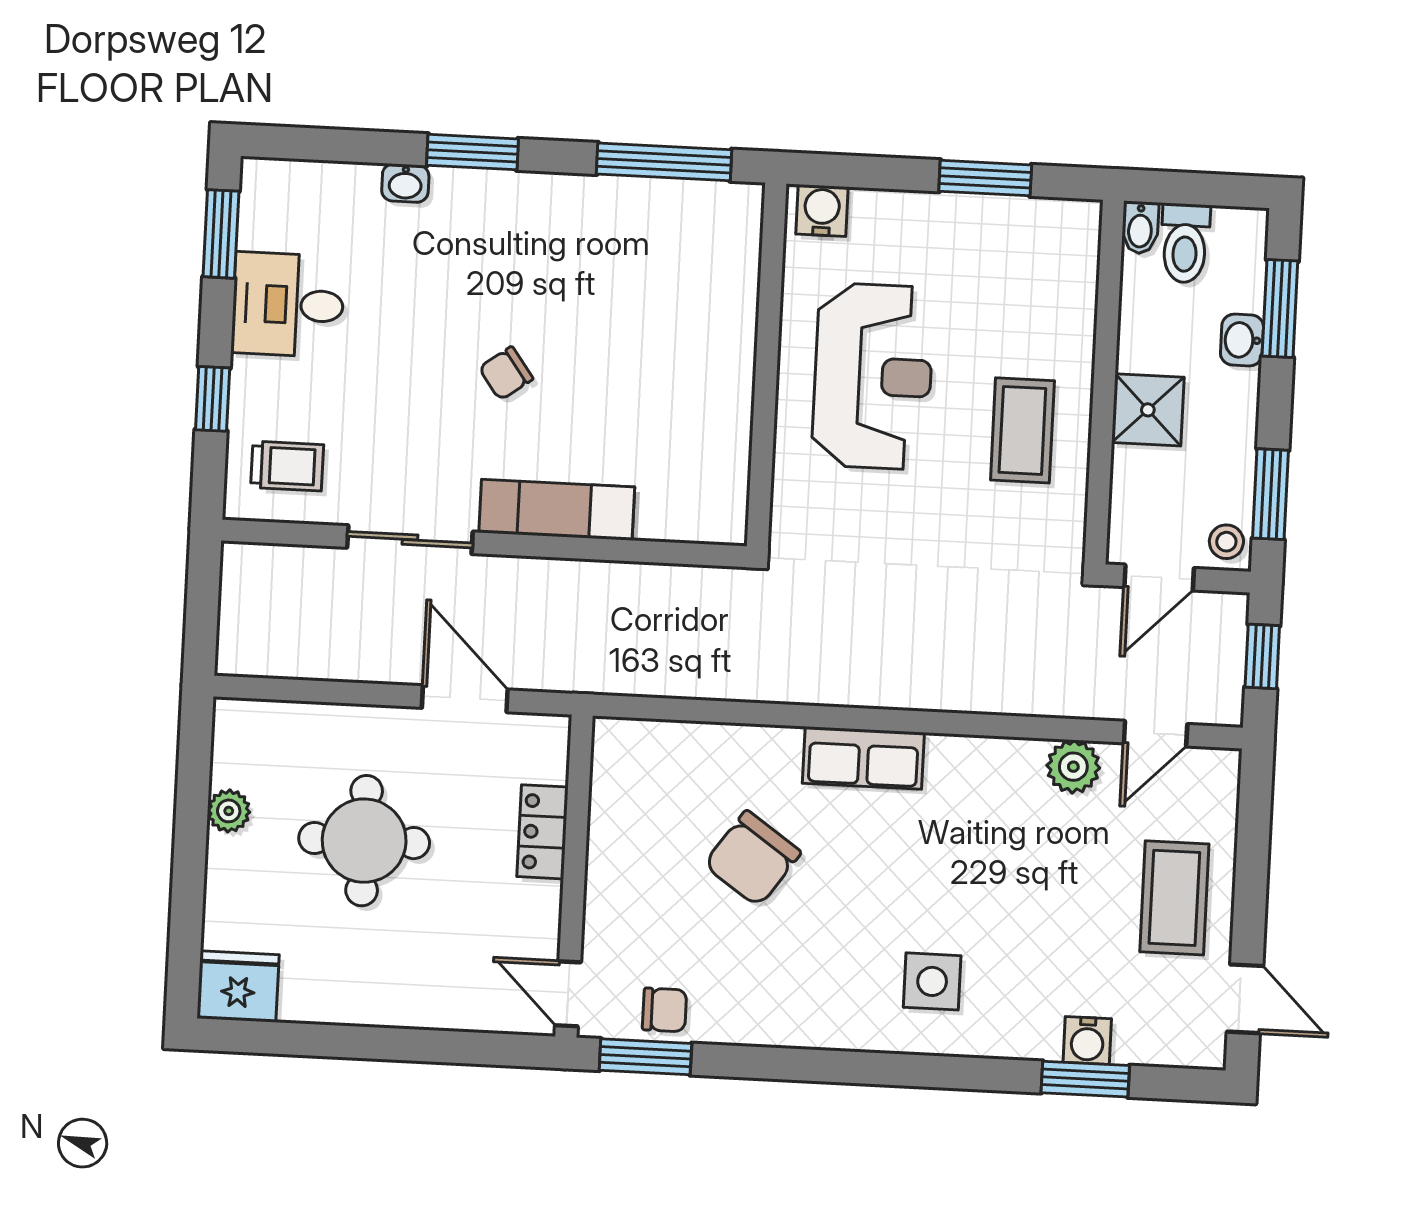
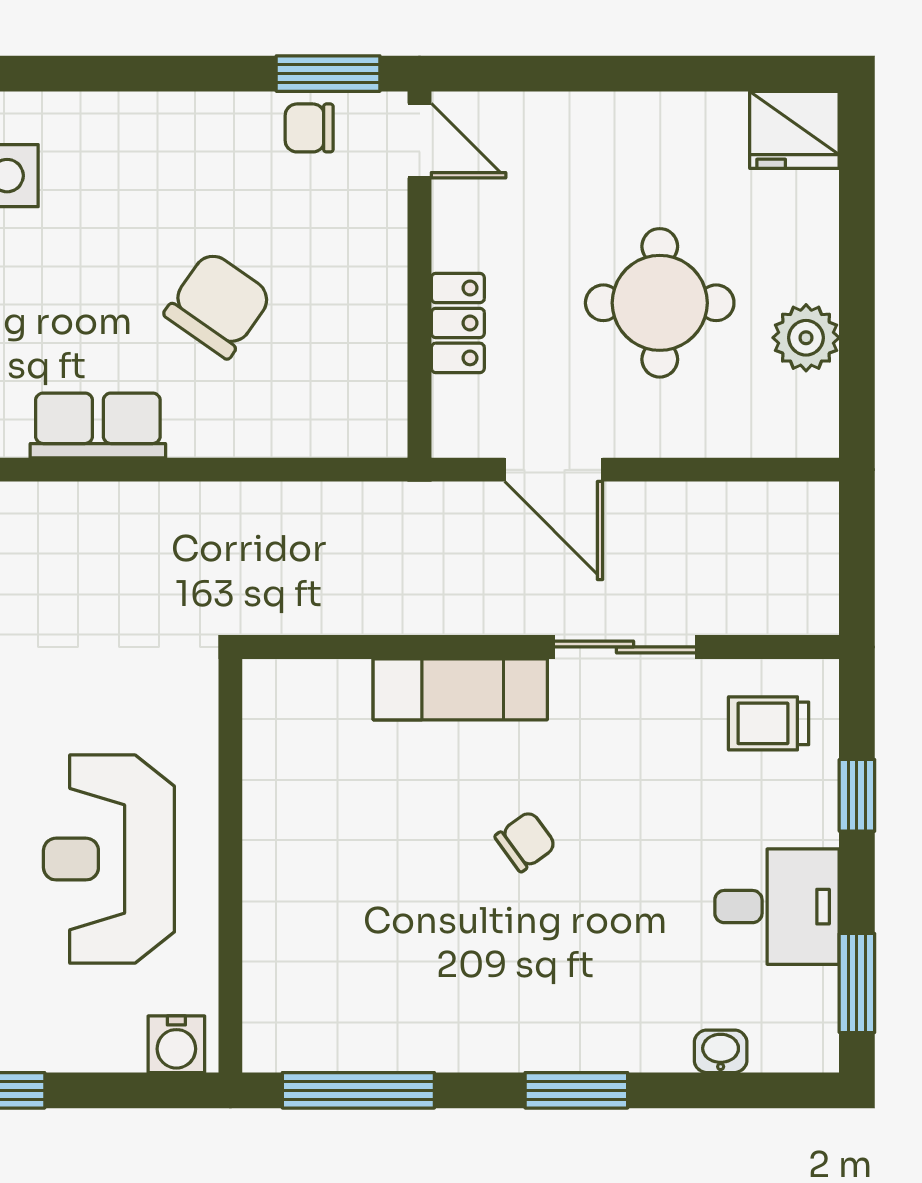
washbasin: (405, 183) -> (721, 1051), moved
plant: (229, 811) -> (806, 338), width x1.38, depth x1.38

